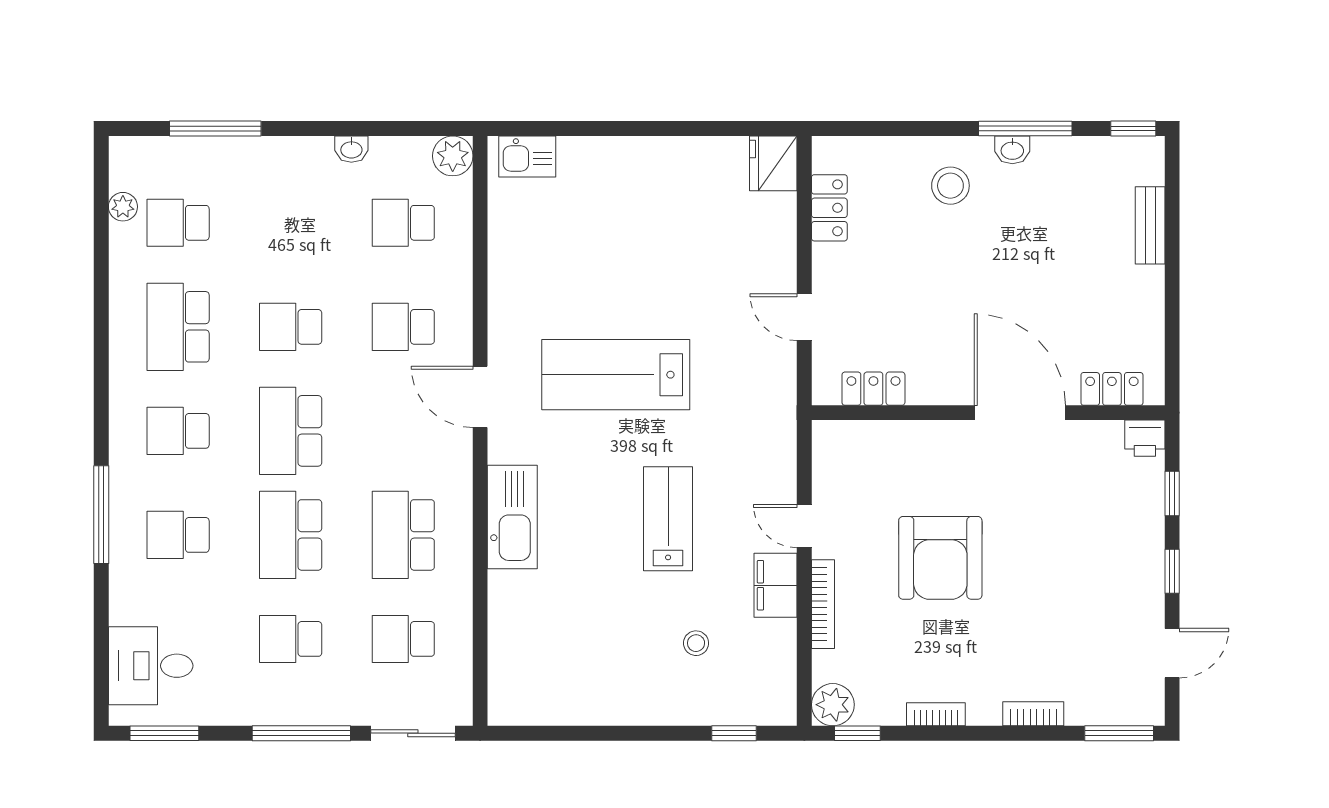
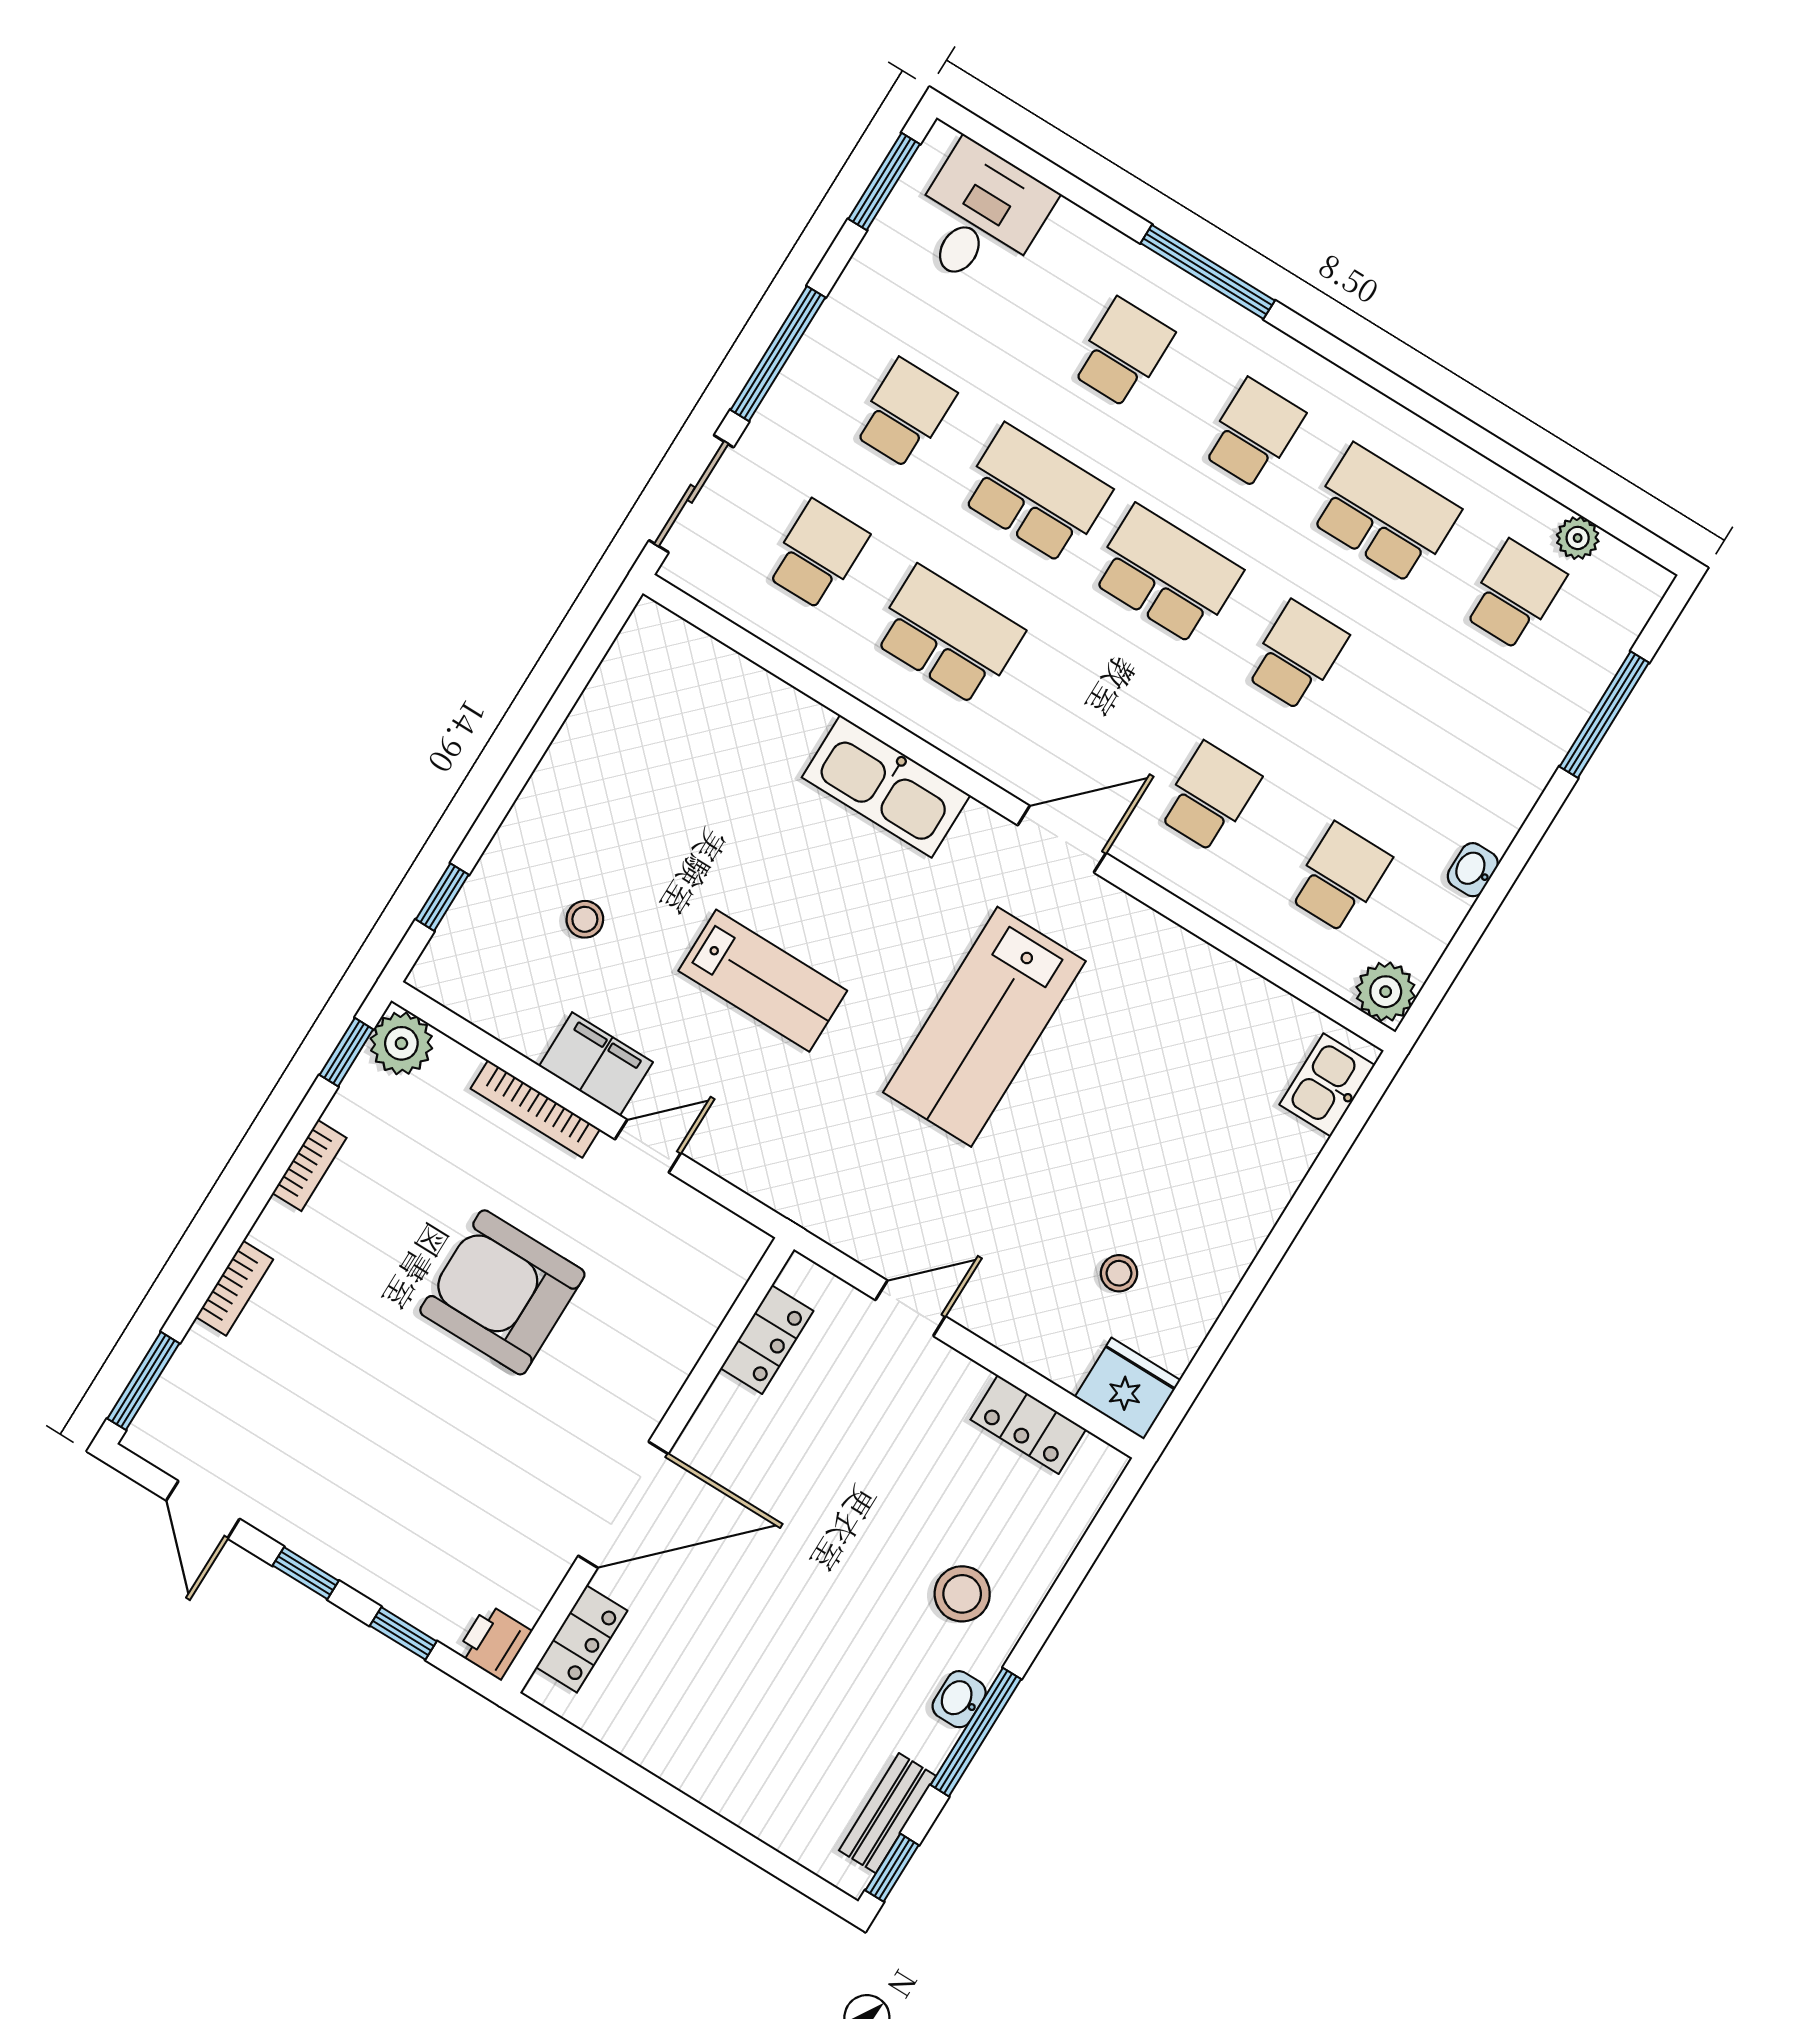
stool: (710, 209) -> (1119, 1273), added
bench: (1150, 225) -> (887, 1813), moved, turned 90
lab bench: (616, 375) -> (984, 1027), turned 180

